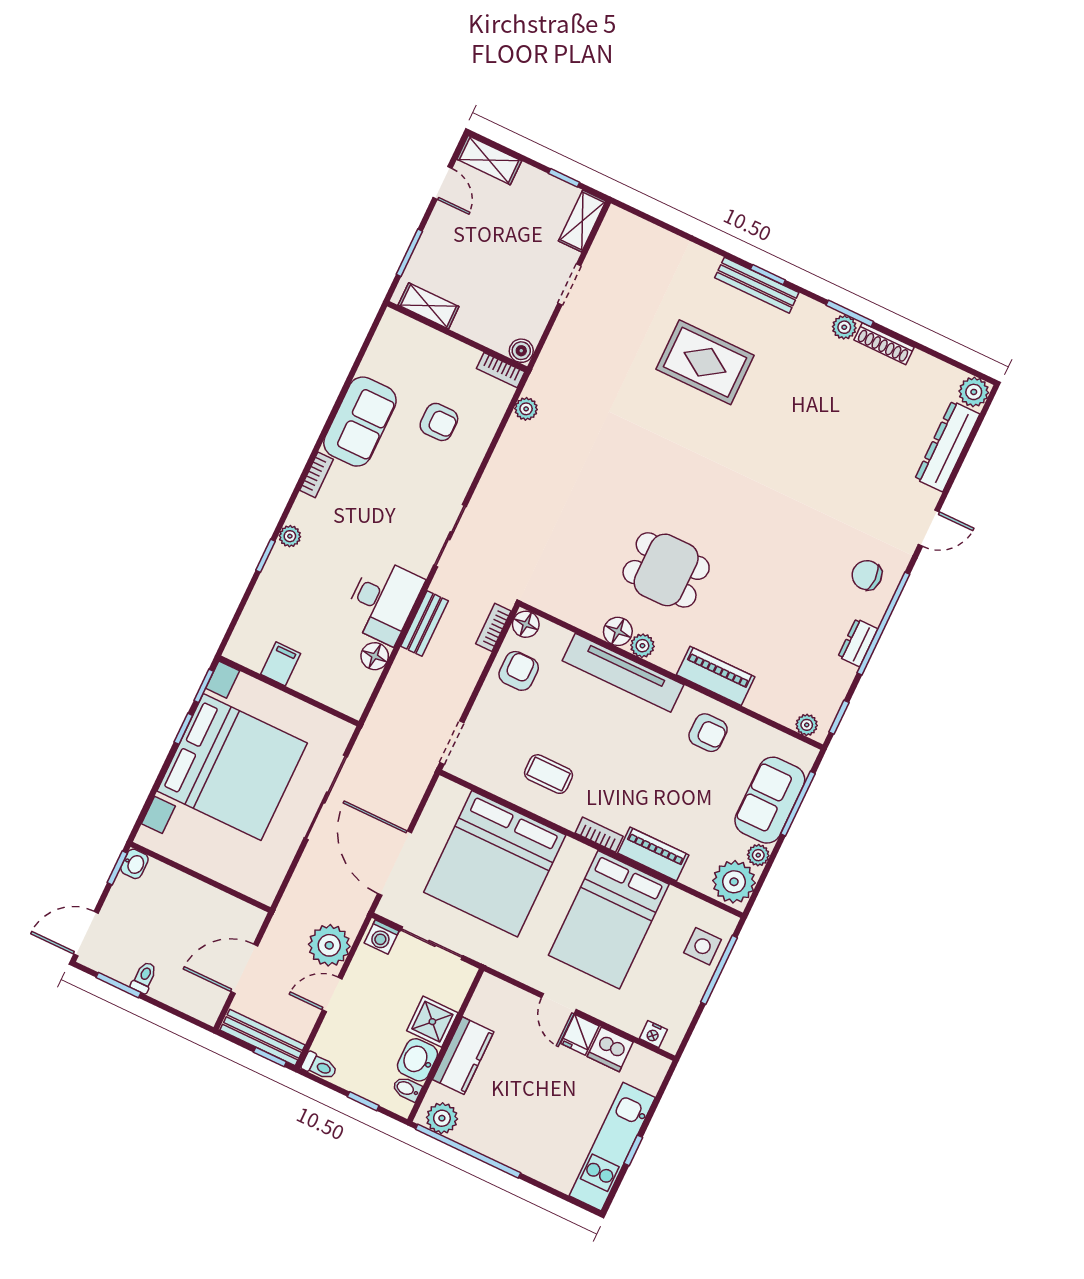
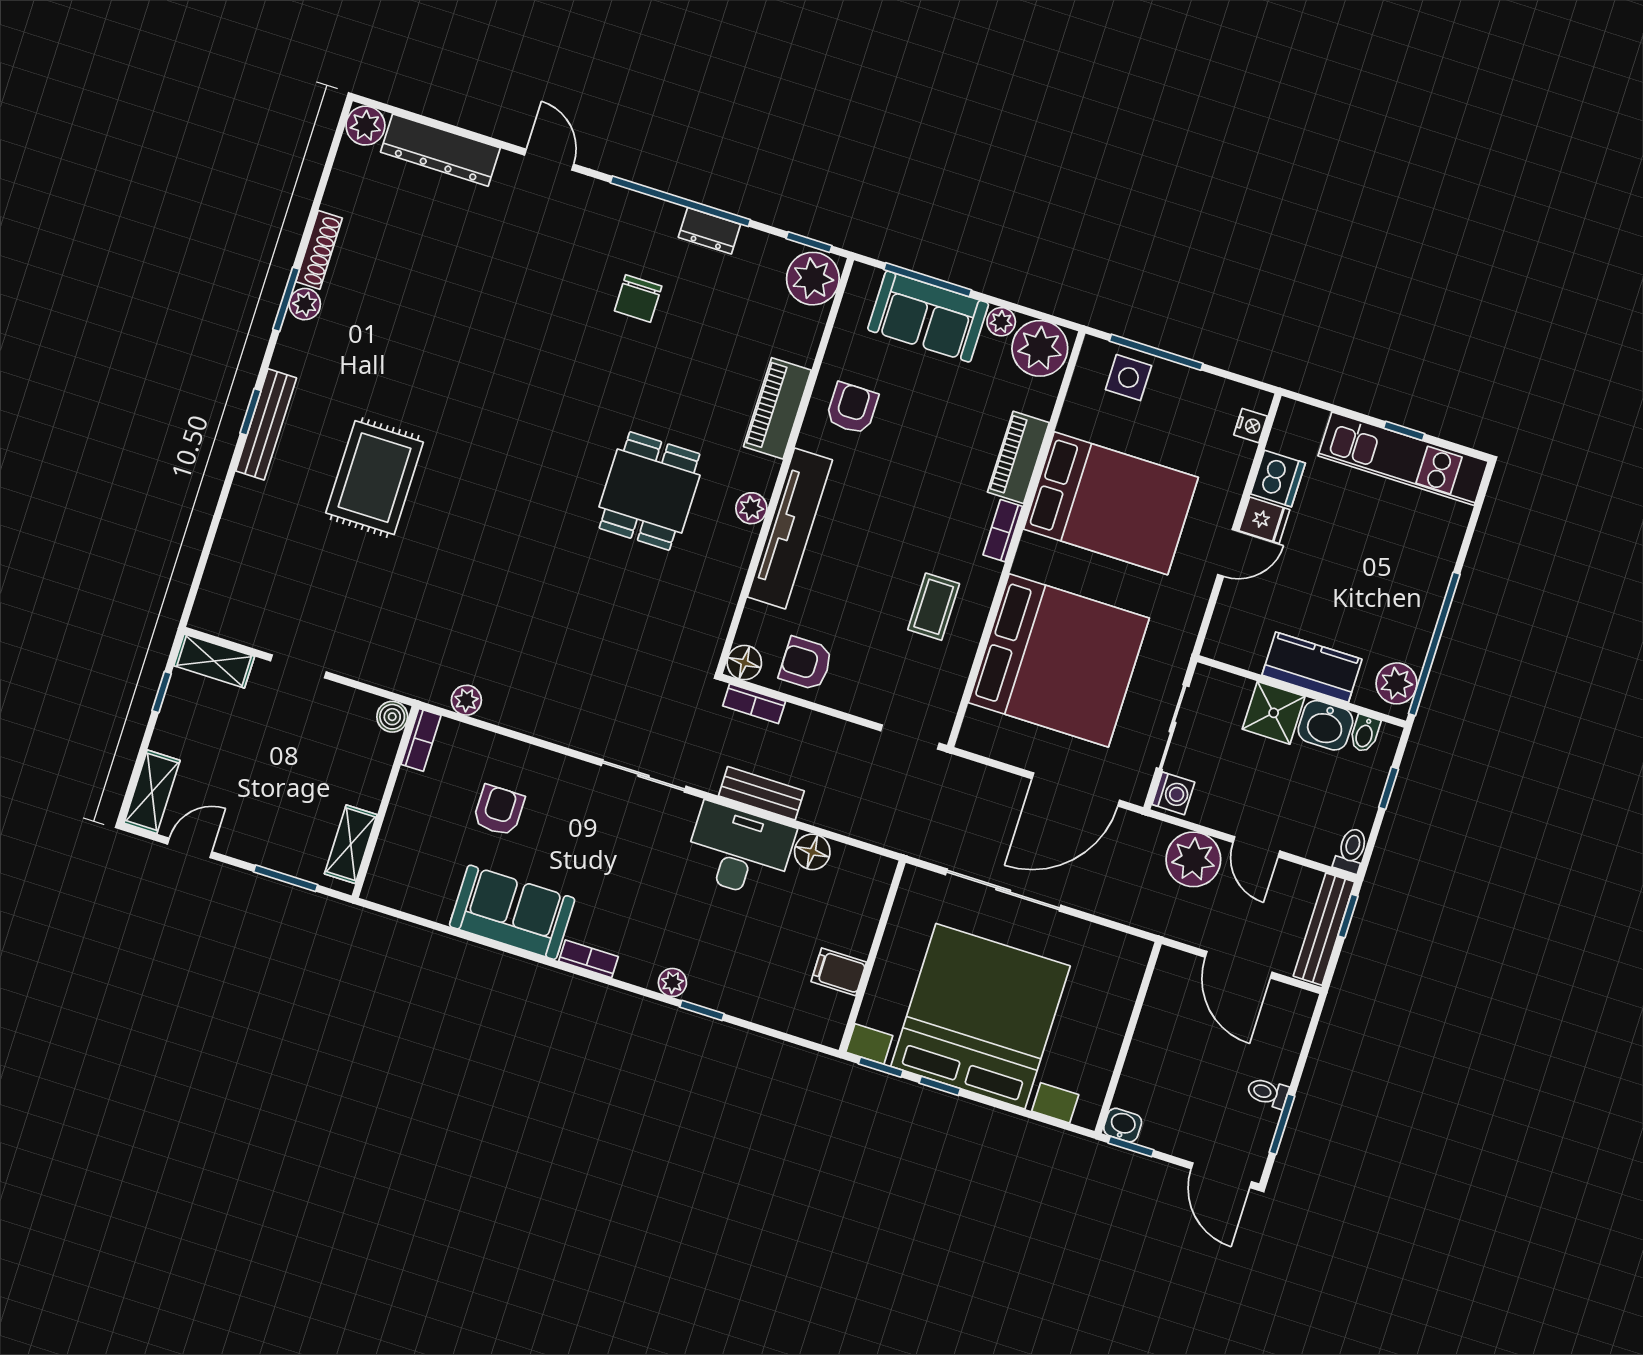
chair: (867, 575) -> (638, 298), moved
floor lamp: (618, 631) -> (737, 542), removed
plant: (807, 725) -> (813, 279), width x1.88, depth x1.88

